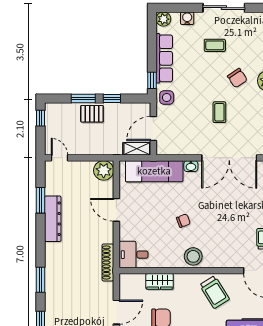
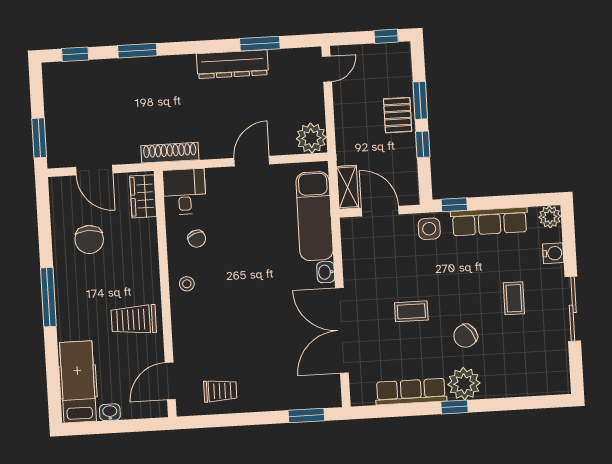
chair: (183, 221) -> (197, 239), moved
stool: (193, 256) -> (187, 284), width x0.53, depth x0.53
wardrobe: (160, 281) -> (143, 196), moved
trolley: (214, 292) -> (134, 320), turned 32

